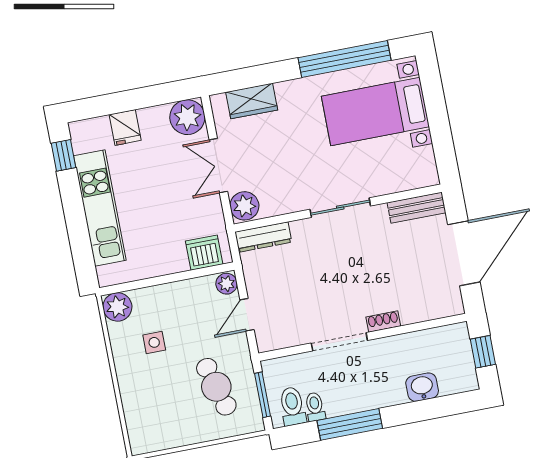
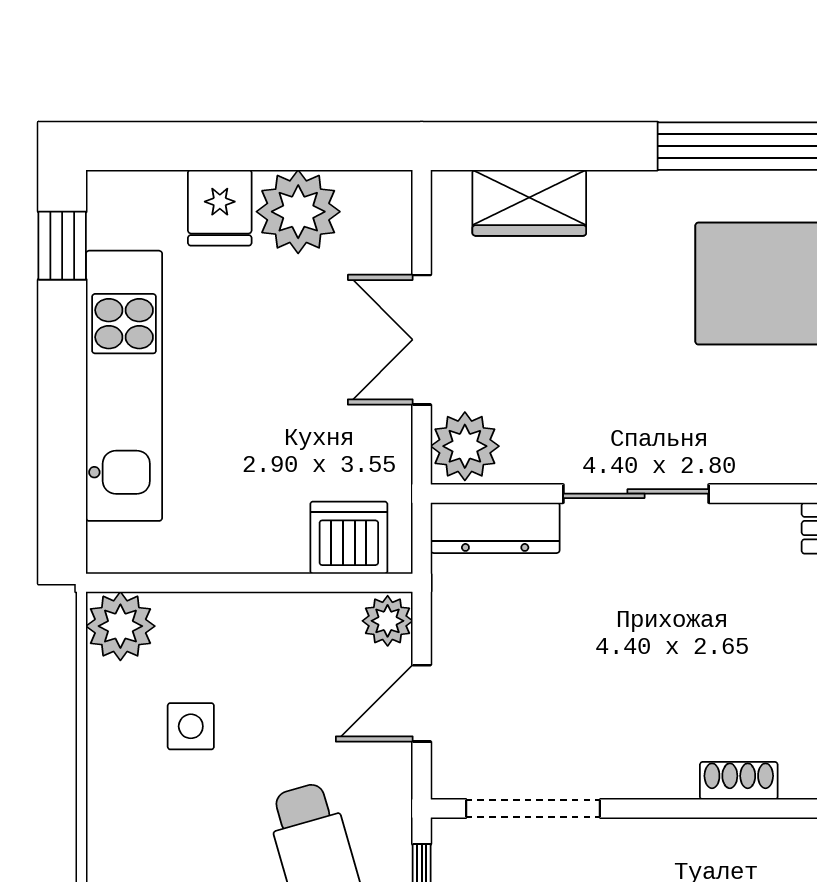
plant: (187, 117) -> (298, 212), moved
sliding door: (340, 208) -> (636, 494), moved
doorway: (339, 342) -> (533, 808), moved

